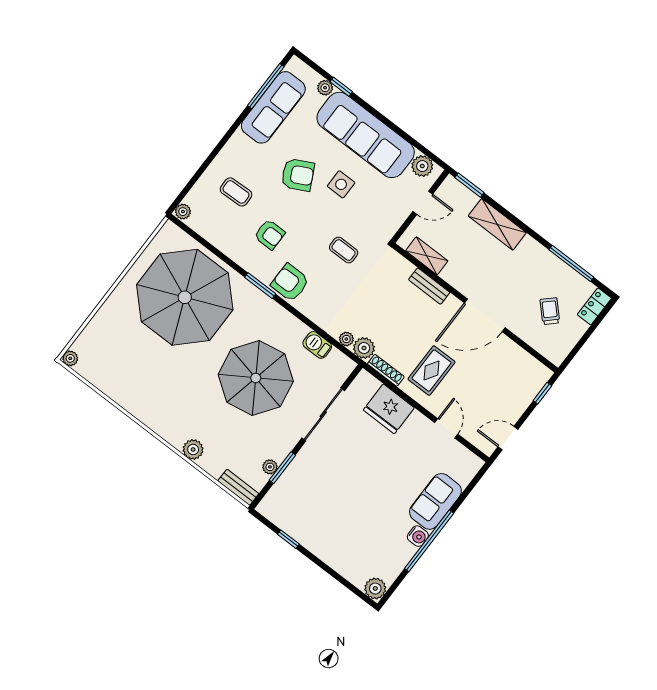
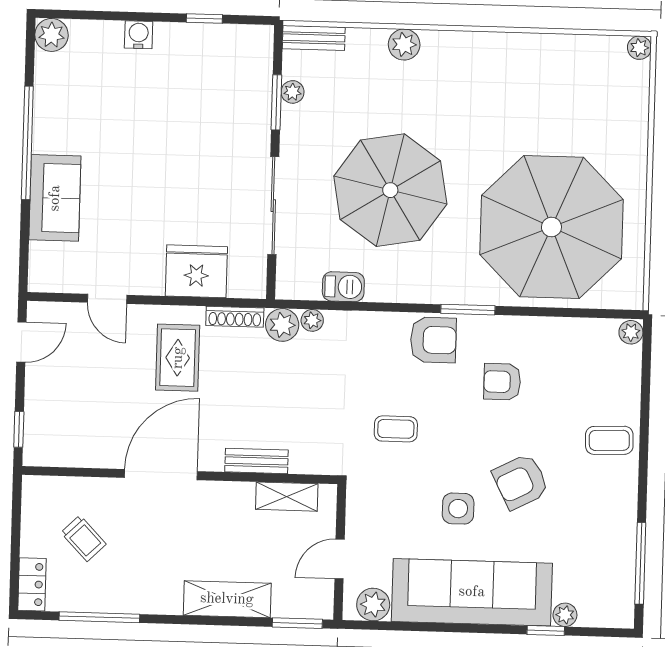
sofa: (273, 107) -> (612, 544), removed
coffee table: (236, 192) -> (609, 440), moved
water cooler: (418, 536) -> (139, 35), moved, turned 90

